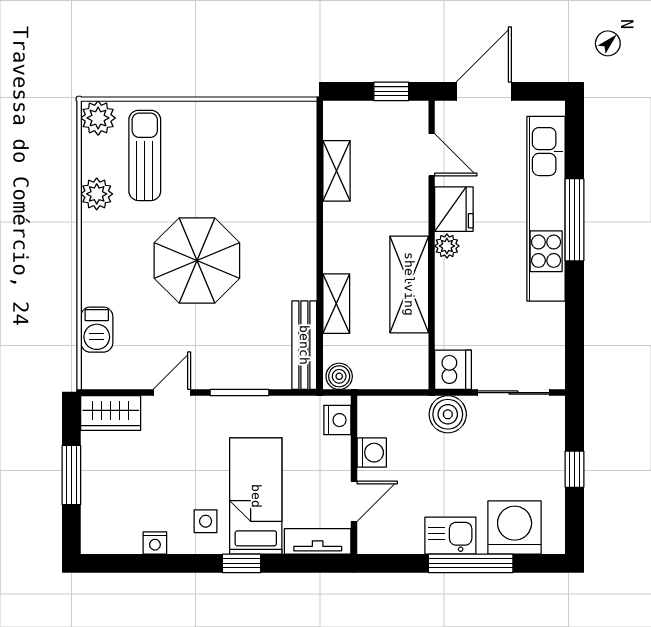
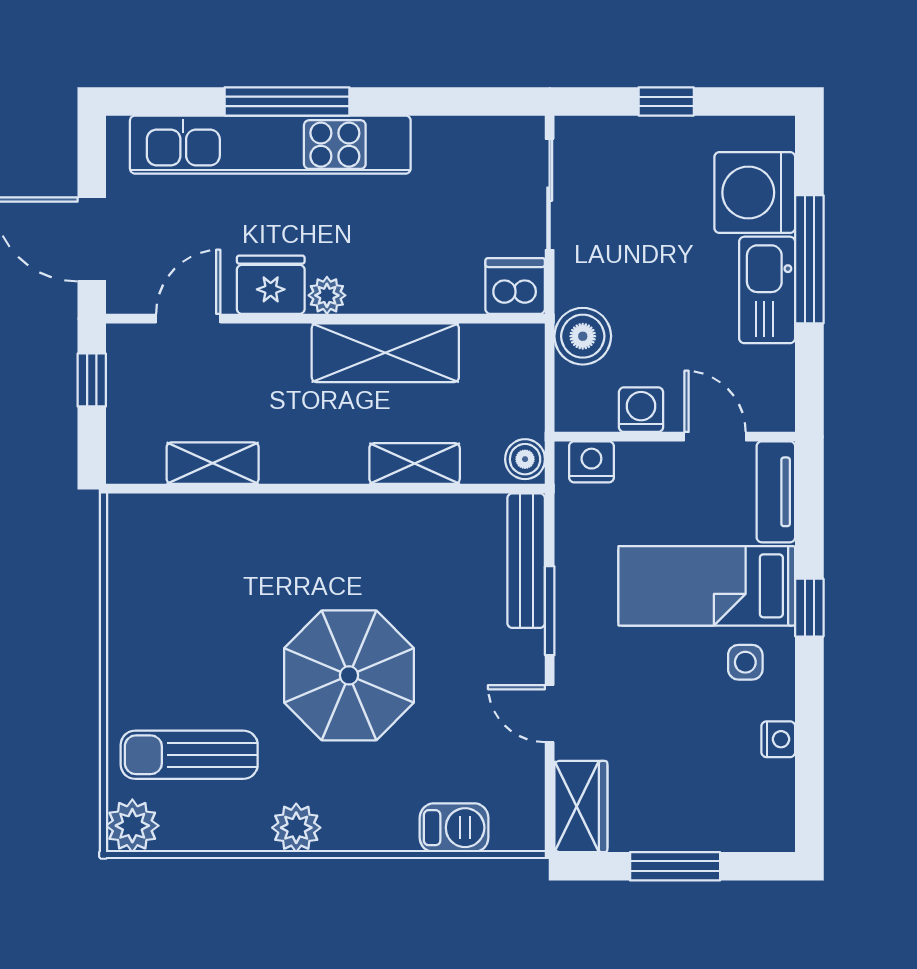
plant: (97, 194) -> (296, 828), moved
bench: (304, 345) -> (526, 561), moved, turned 90
boiler: (448, 414) -> (583, 336), moved
kitchen sink: (450, 536) -> (767, 290), width x1.38

